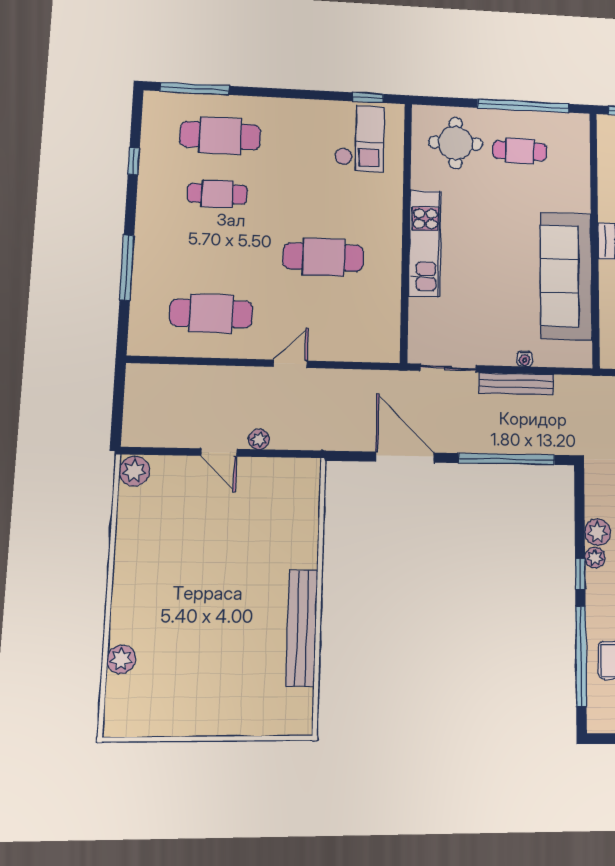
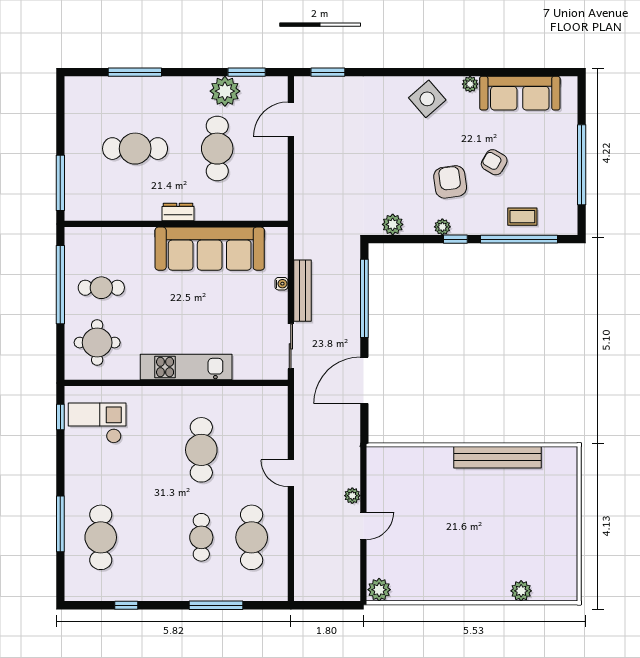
window: (195, 88) -> (60, 524), moved
cafe table: (520, 151) -> (101, 288), turned 90
cafe table: (217, 194) -> (201, 537), moved
plant: (598, 532) -> (393, 224), moved

